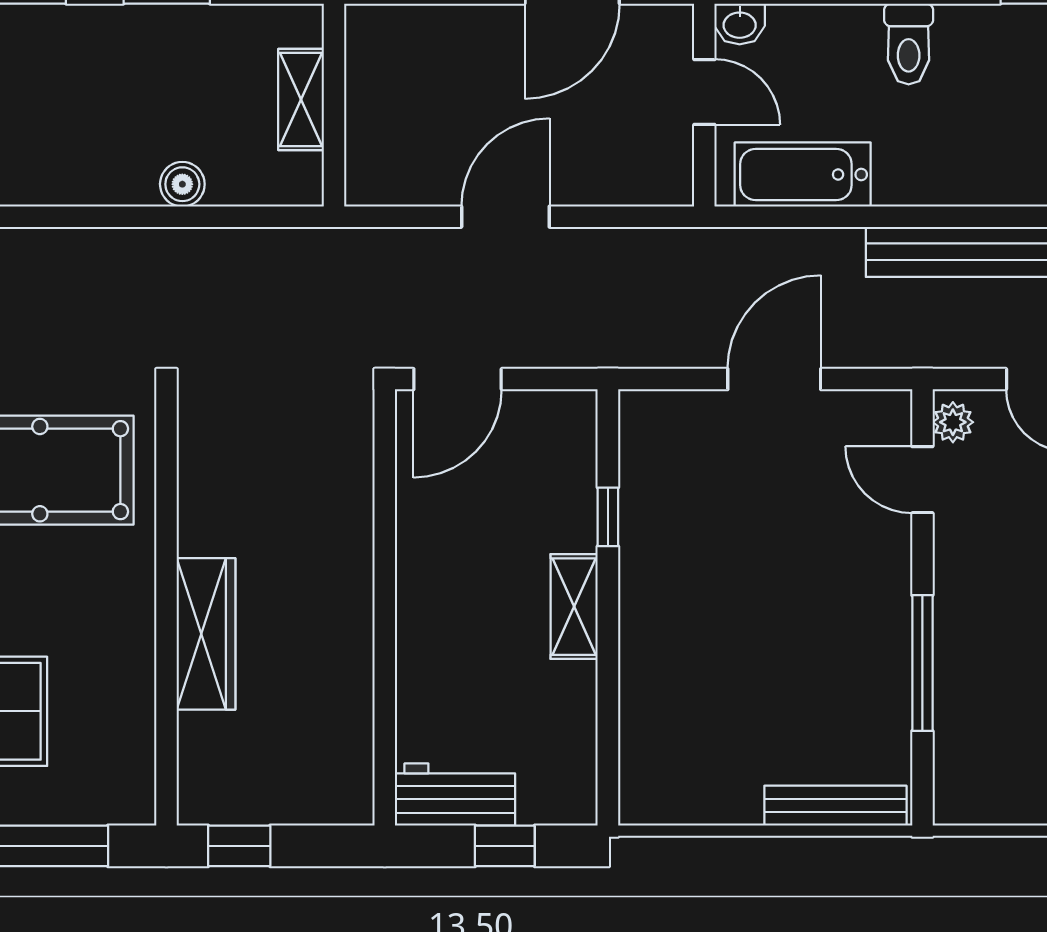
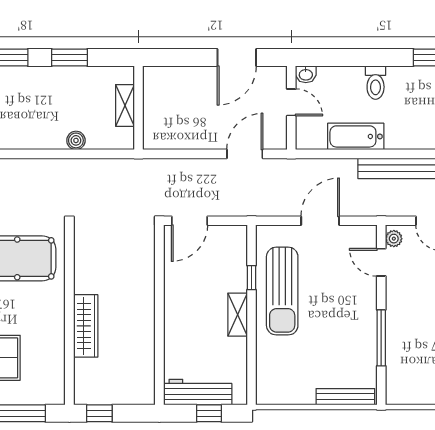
bathtub: (803, 175) -> (356, 136), moved
door: (505, 217) -> (245, 154), moved
sun lounger: (682, 549) -> (282, 291), added
workbench: (455, 794) -> (198, 392), width x1.38

